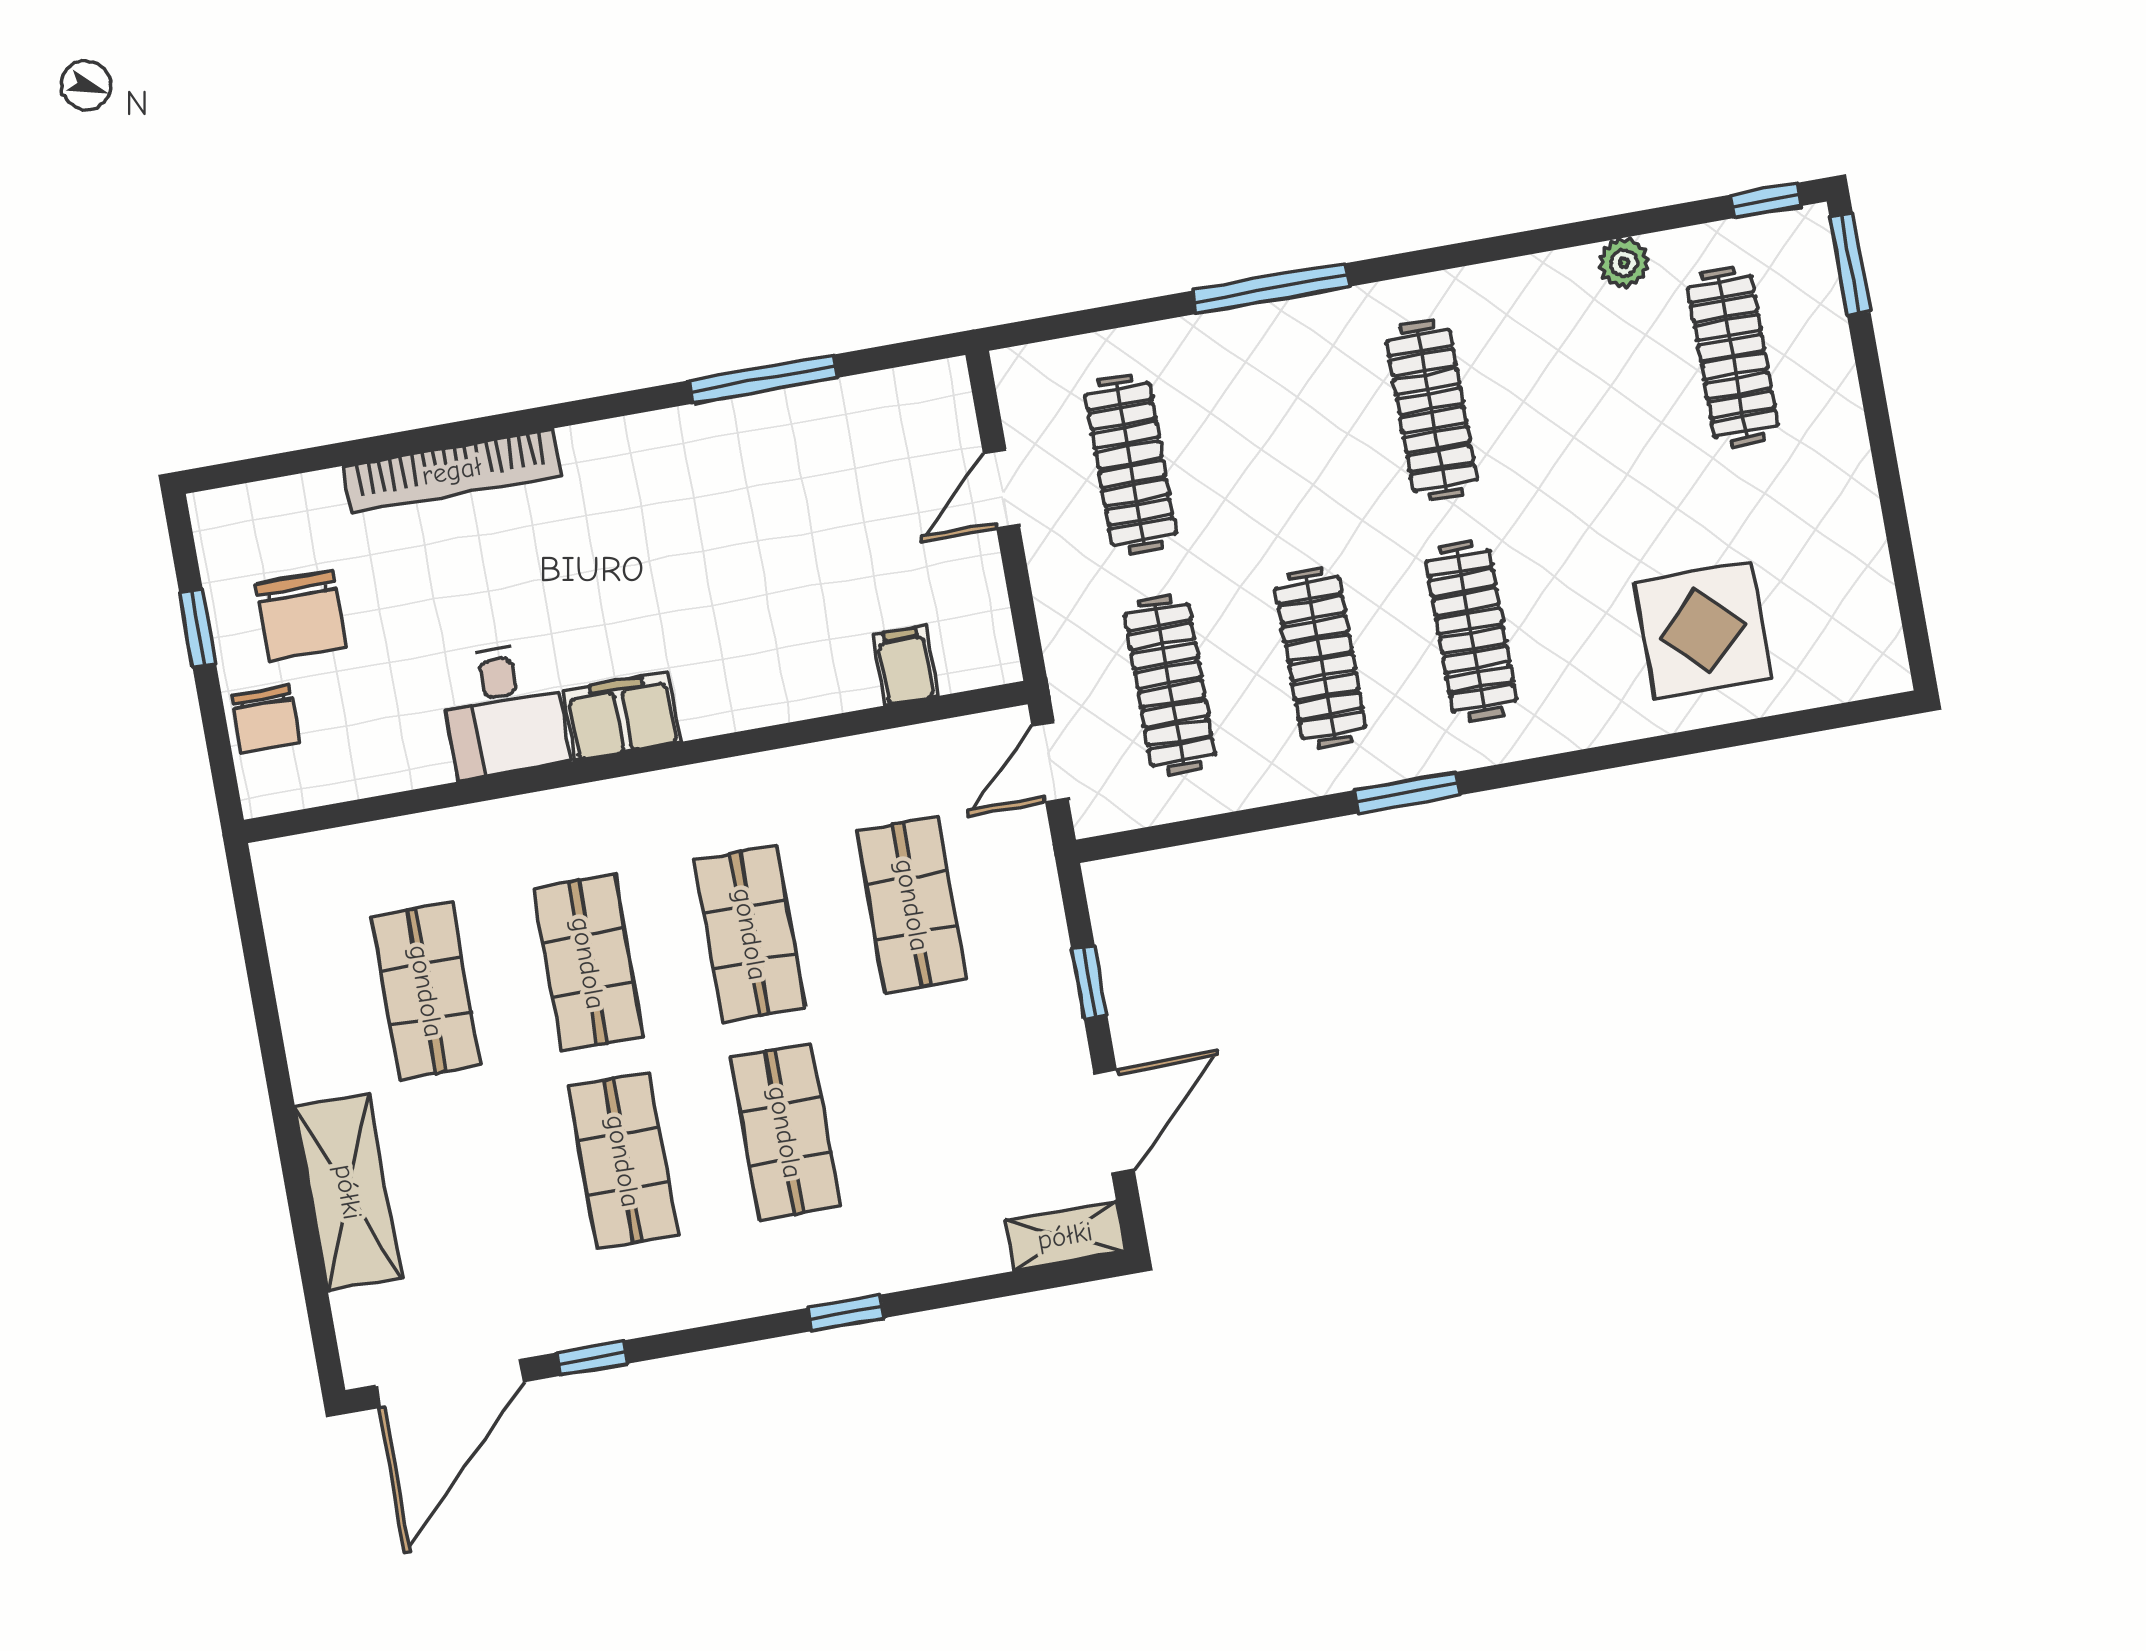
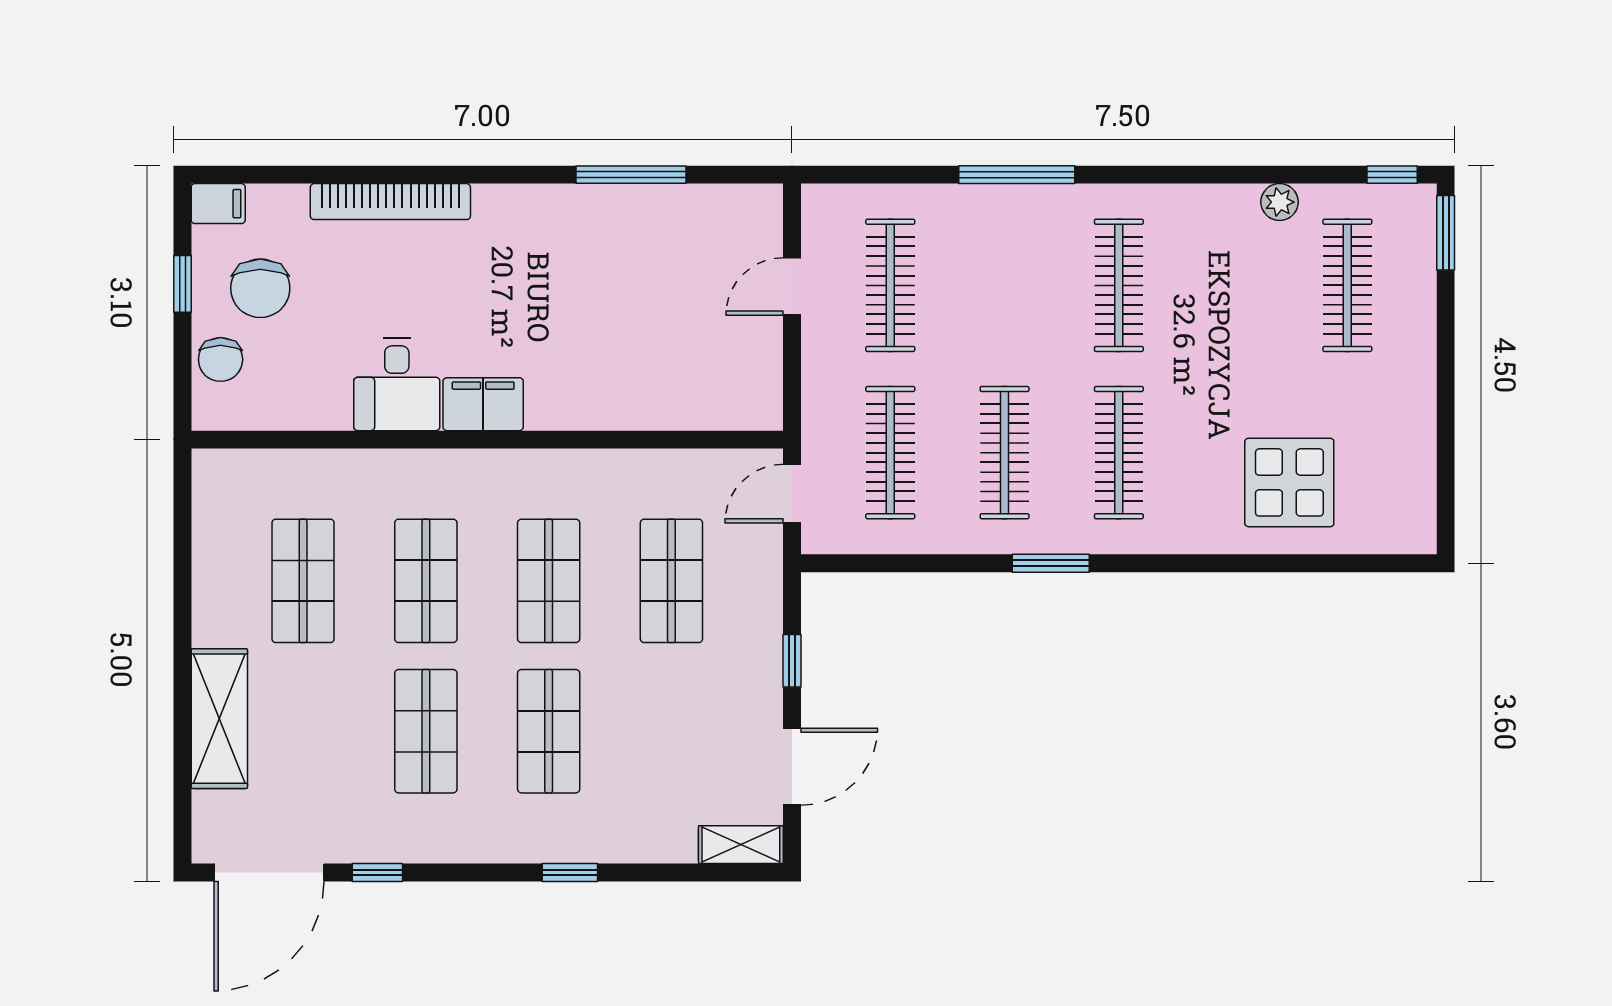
filing cabinet: (905, 665) -> (218, 204), moved, turned 90

